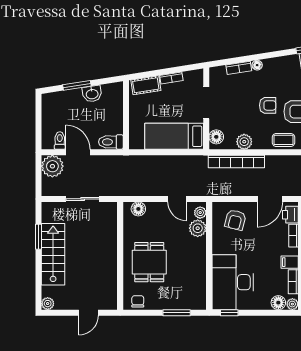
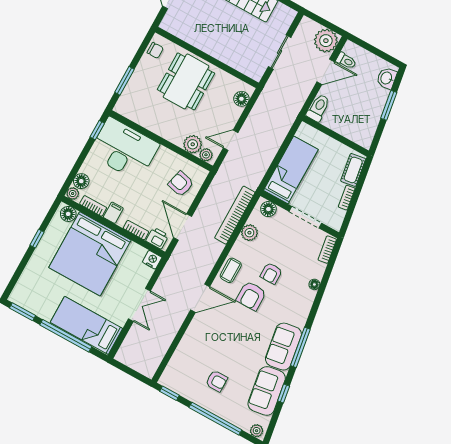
bookcase: (239, 68) -> (327, 250), moved
washbasin: (92, 94) -> (387, 78), moved
dining table: (149, 262) -> (186, 81), width x1.38

